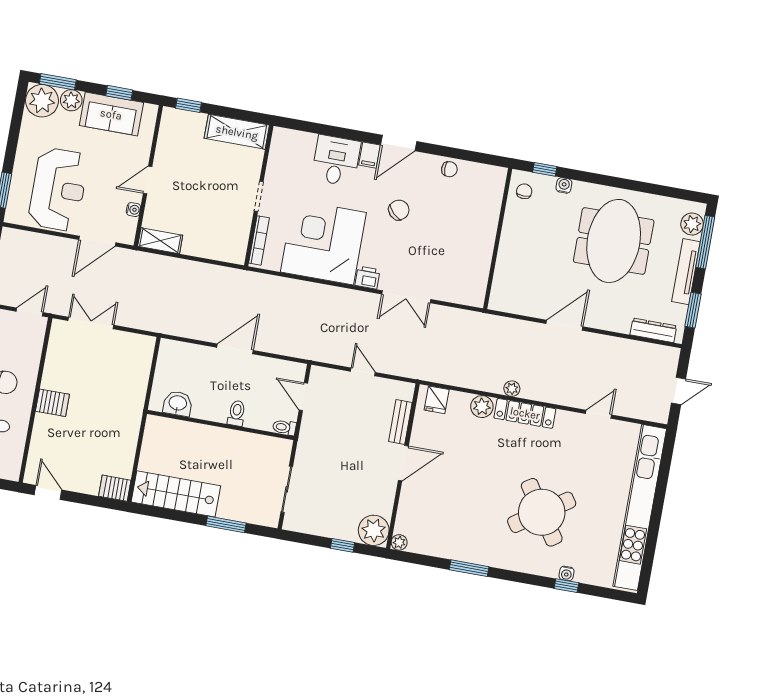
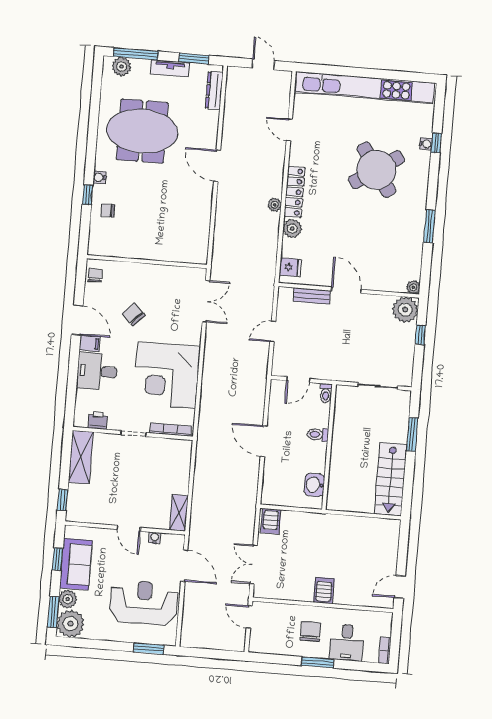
wall: (498, 239) -> (147, 262), moved
tv unit: (686, 272) -> (170, 68), width x0.71
printer: (368, 278) -> (98, 420), moved, turned 90
server rack: (115, 488) -> (271, 521), moved

